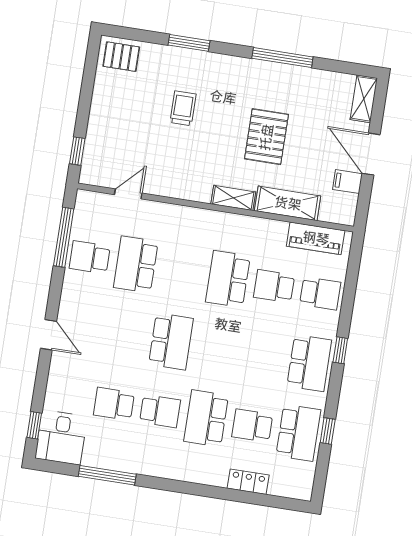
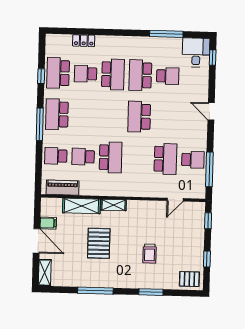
window: (87, 87) -> (207, 259), added
school desk: (274, 286) -> (83, 157), turned 180
window: (340, 350) -> (40, 124), width x2.17
school desk: (160, 411) -> (140, 75), width x1.85
school desk: (252, 426) -> (85, 74), turned 180

